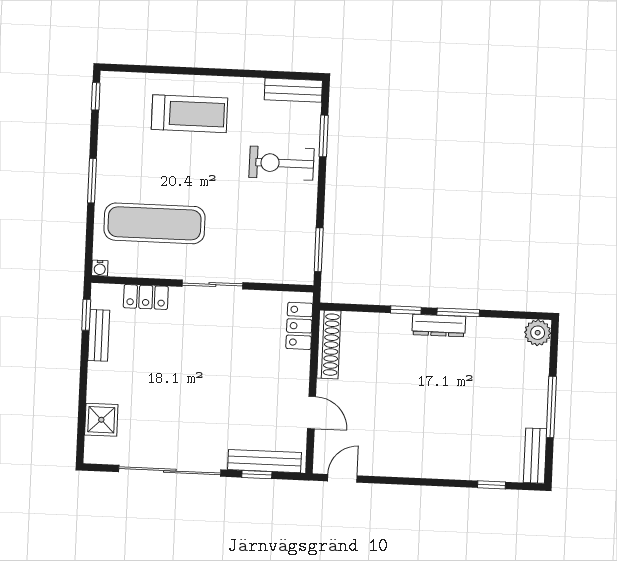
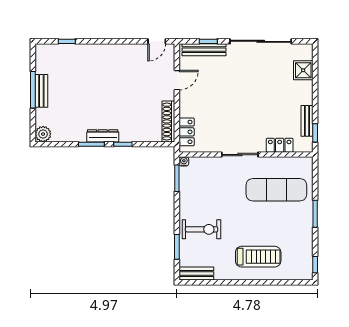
treadmill: (189, 114) -> (258, 257), turned 180
water cooler: (100, 268) -> (184, 161), moved
door: (312, 413) -> (177, 80), swing flipped
bench: (535, 456) -> (41, 91), moved

